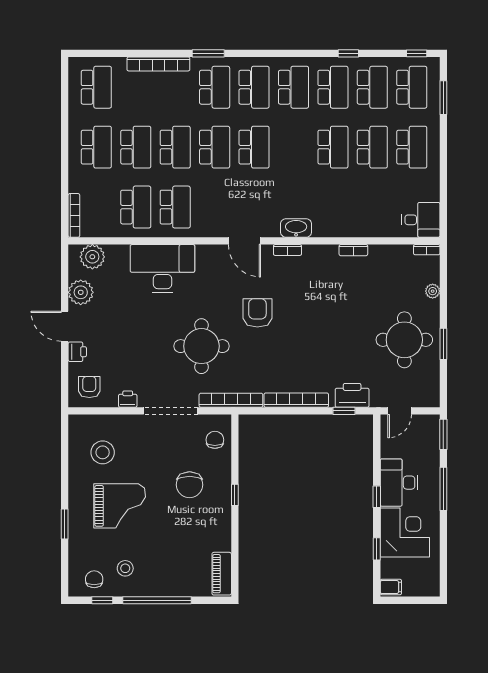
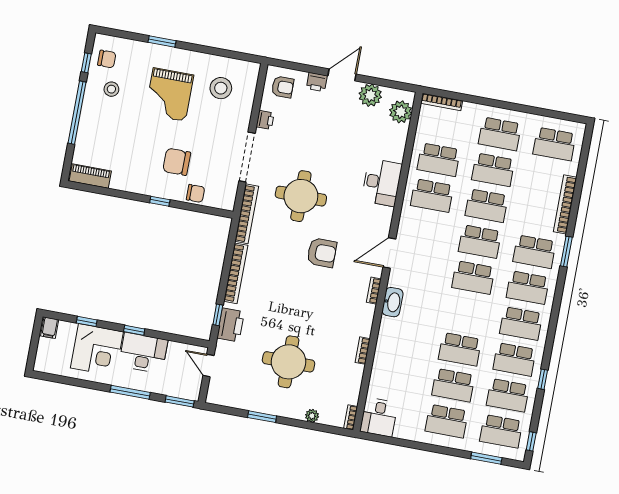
desk: (162, 269) -> (382, 182), width x0.73, depth x0.77
round table: (404, 340) -> (289, 362), moved
chair: (215, 440) -> (195, 193), moved

